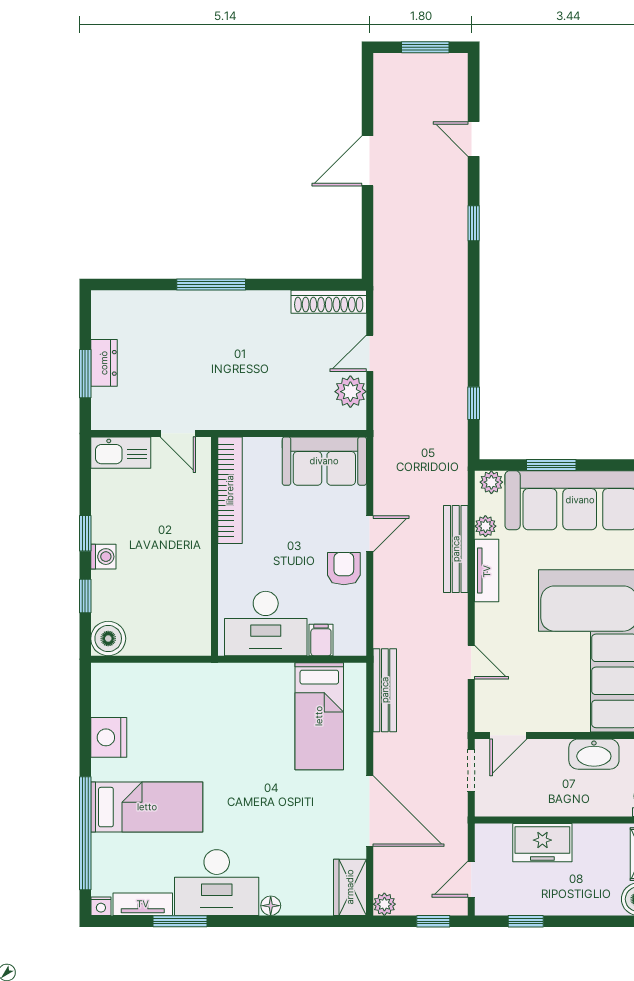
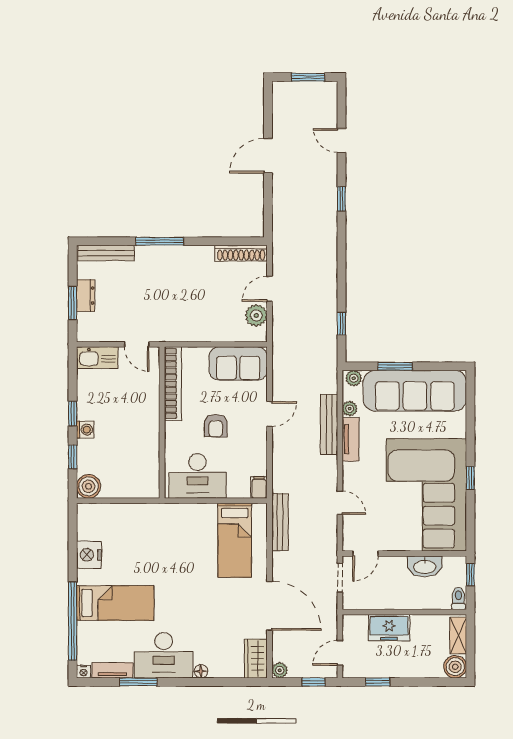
bench: (133, 301) -> (106, 253), added
armchair: (344, 569) -> (216, 426), moved, turned 180
filing cabinet: (321, 640) -> (259, 487), moved

